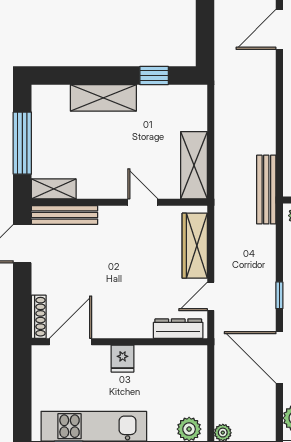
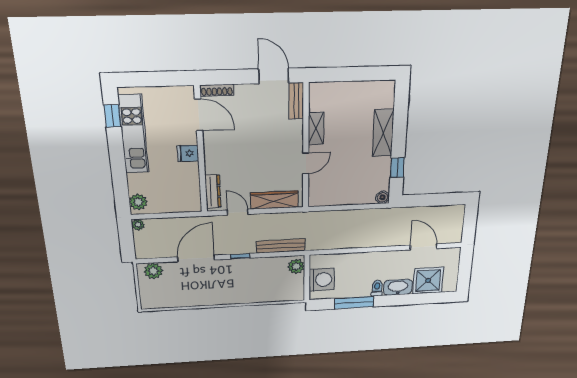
boiler: (198, 94) -> (382, 197), added
window: (22, 143) -> (352, 74), removed
shelving: (194, 165) -> (332, 197), removed
shelving: (54, 189) -> (316, 129), moved
bench: (266, 190) -> (281, 246), moved
bench: (65, 215) -> (296, 101), width x0.73

